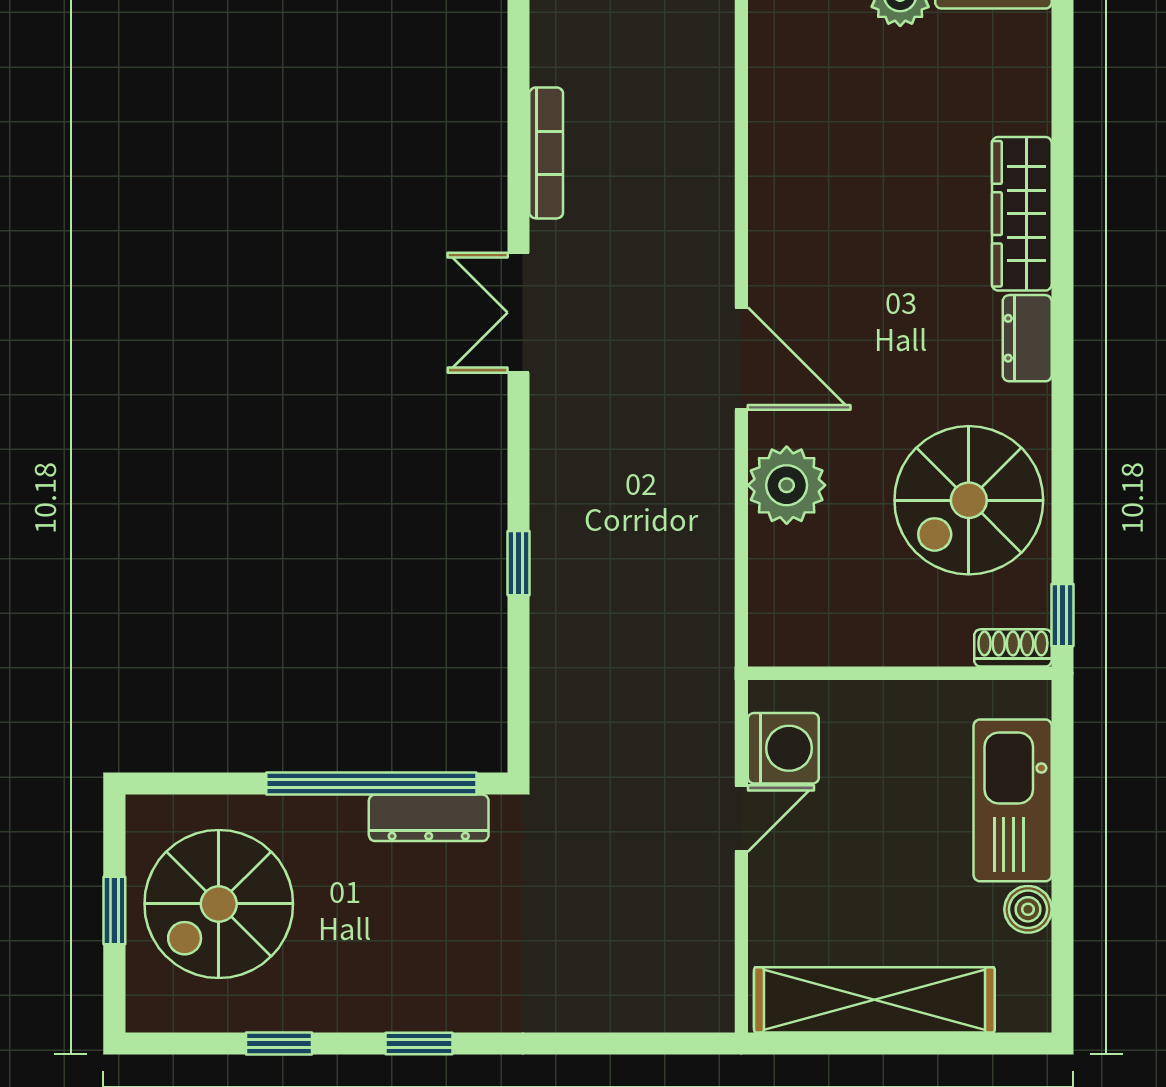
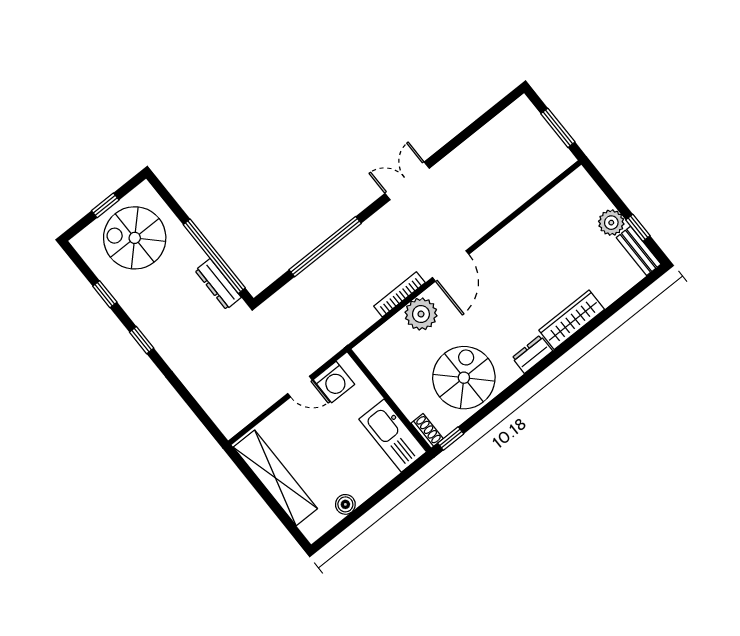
bookcase: (546, 153) -> (399, 294), moved, turned 180
spiral stairs: (969, 500) -> (464, 378), turned 90
window: (518, 563) -> (325, 247), width x3.17
kitchen sink: (1013, 800) -> (393, 436), moved, turned -90

